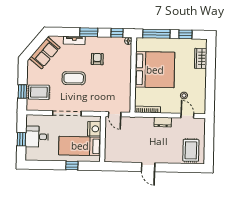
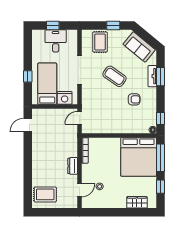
window: (89, 32) -> (161, 77), moved
bed: (155, 70) -> (139, 157), moved
coffee table: (74, 78) -> (115, 76), turned -55
window: (22, 91) -> (113, 26), moved
door: (148, 167) -> (28, 125), moved

